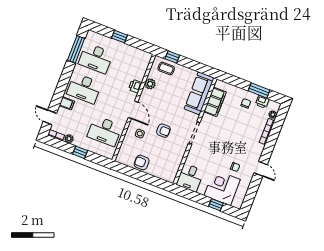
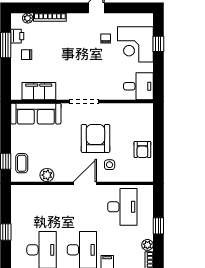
printer: (135, 86) -> (56, 191), removed
armchair: (163, 131) -> (95, 138), width x1.88, depth x1.88

